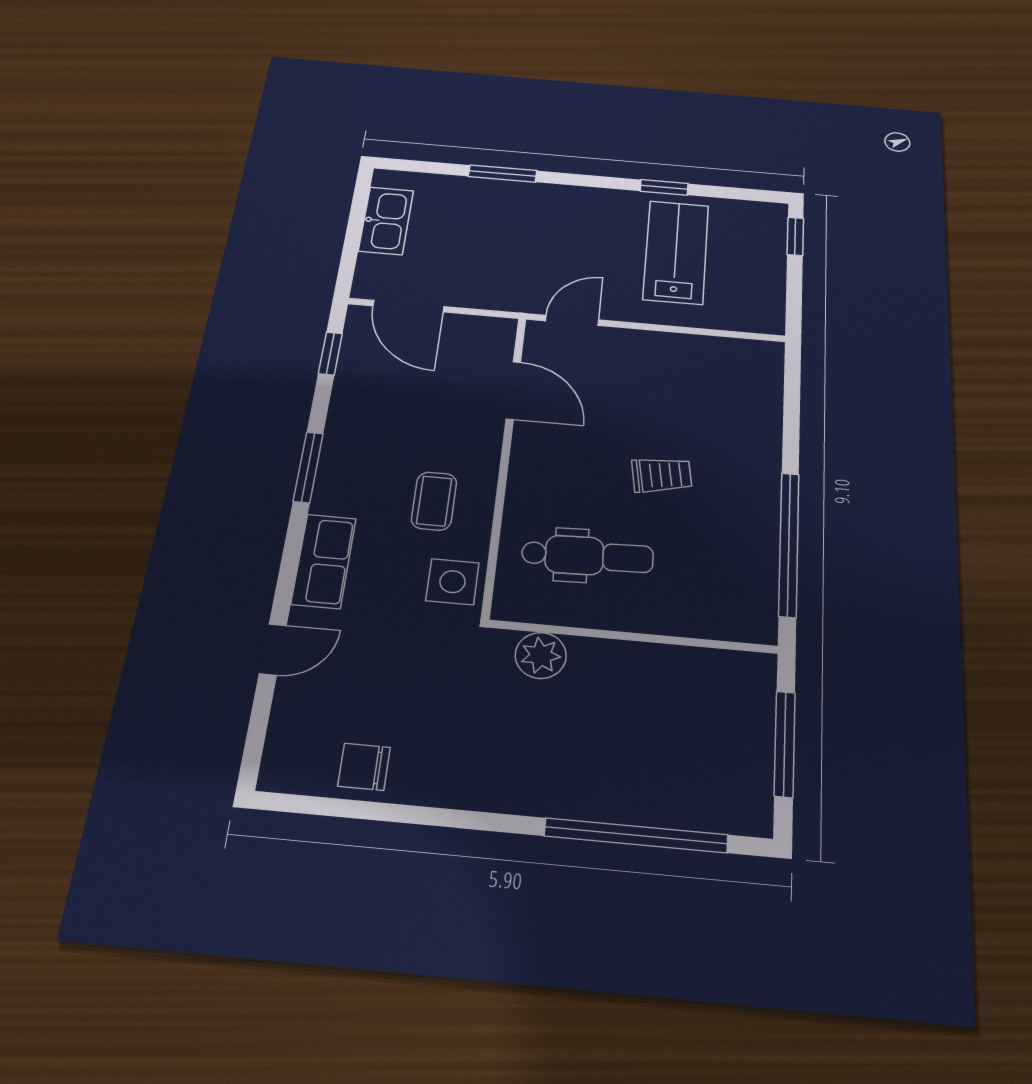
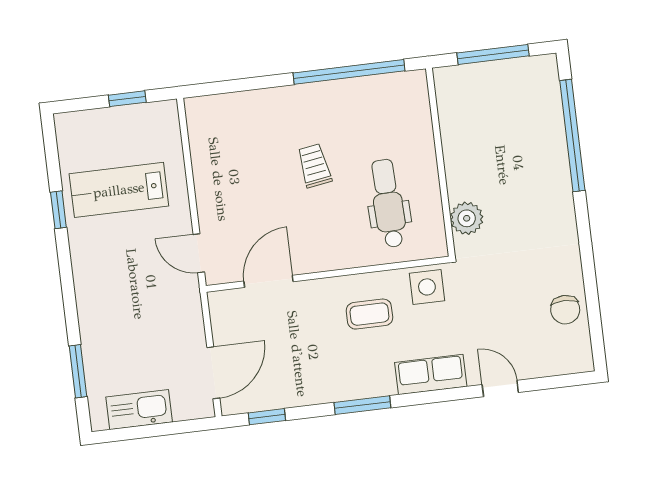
window: (503, 174) -> (78, 371), moved
window: (795, 236) -> (127, 99), moved

